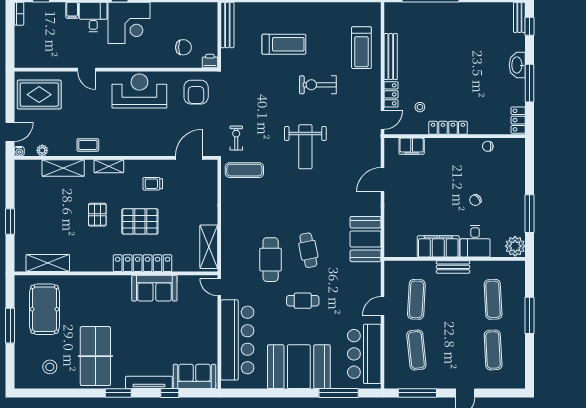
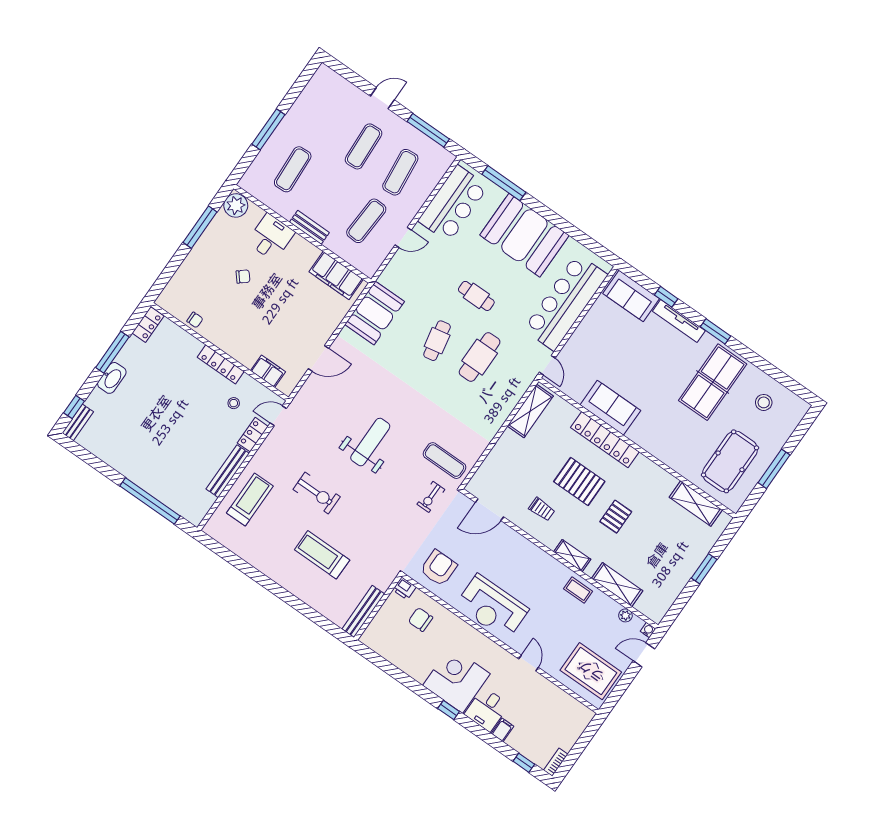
filing cabinet: (438, 246) -> (336, 275), moved
exercise mat: (493, 350) -> (364, 146), moved

